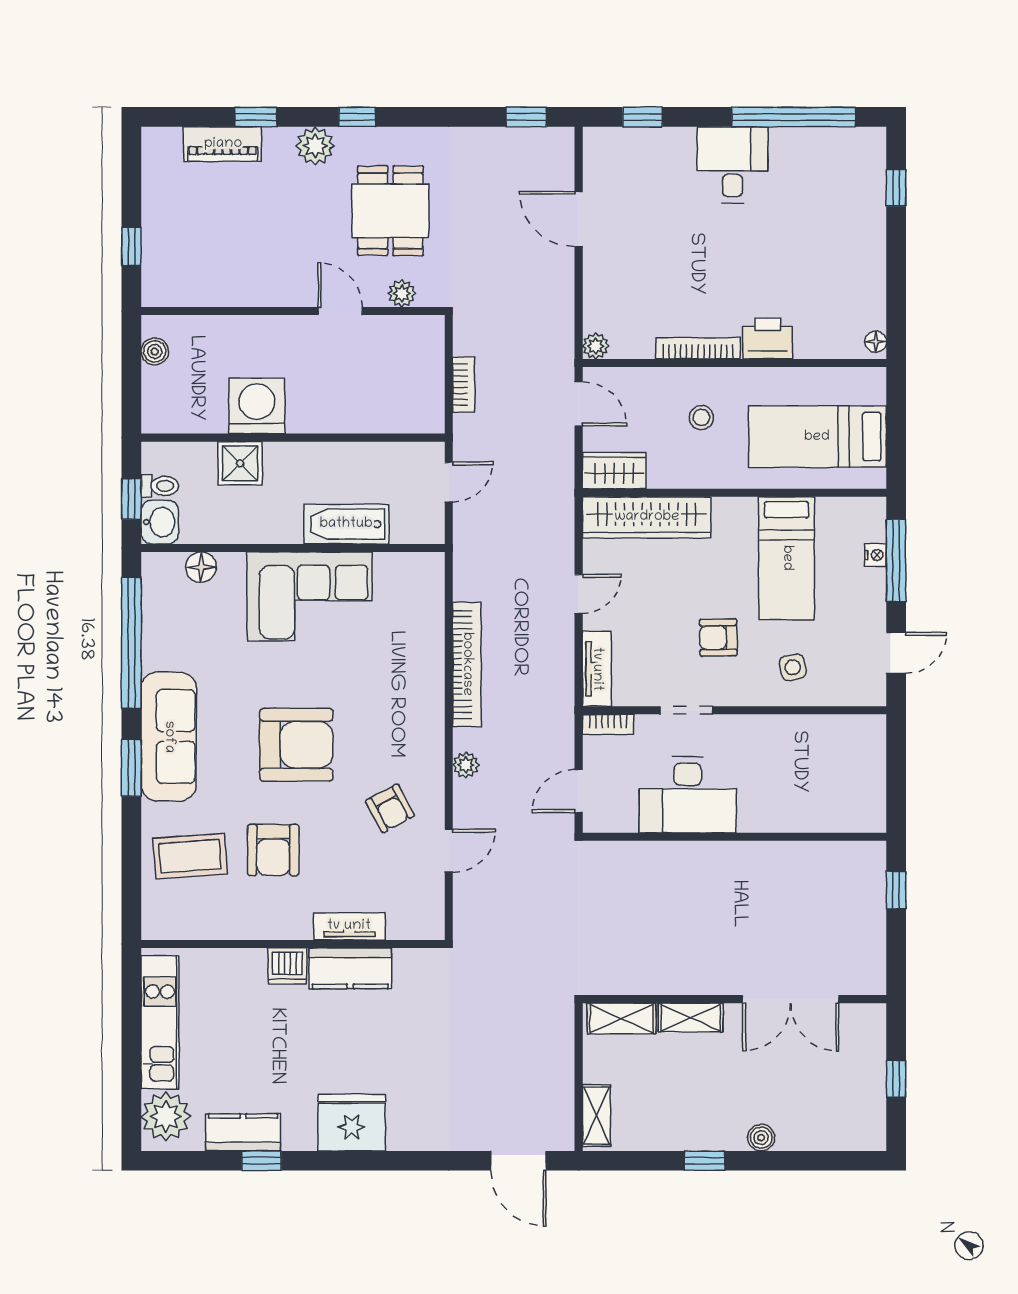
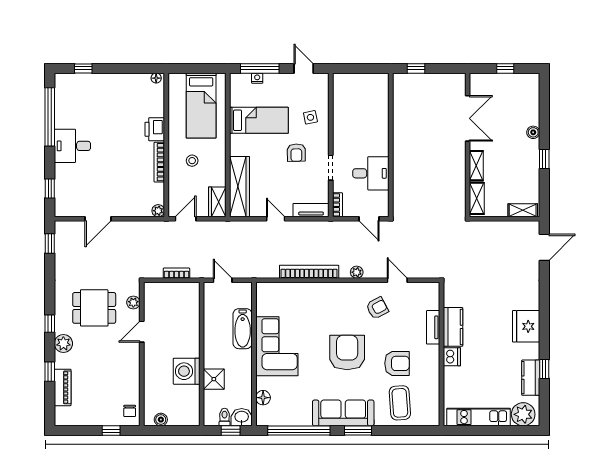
chair: (173, 286) -> (130, 411), added
desk: (688, 795) -> (371, 173), width x0.73

